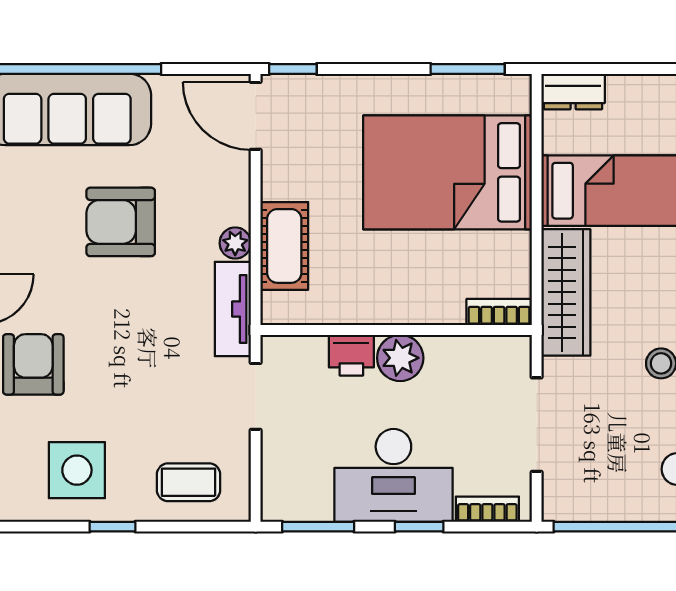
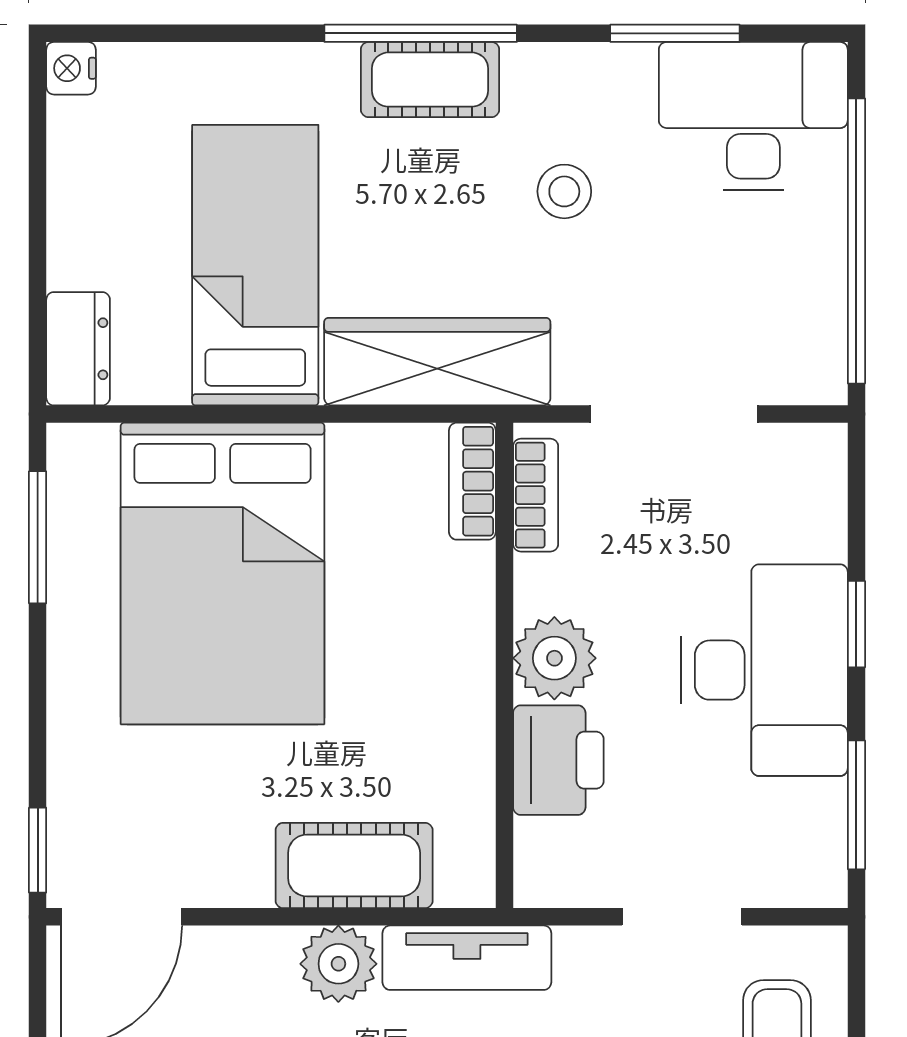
plant: (235, 243) -> (338, 964), width x1.38, depth x1.38
printer: (351, 355) -> (558, 760), width x1.36, depth x1.24
doorway: (256, 396) -> (682, 917), moved
bookcase: (487, 509) -> (536, 495), moved, turned 180

